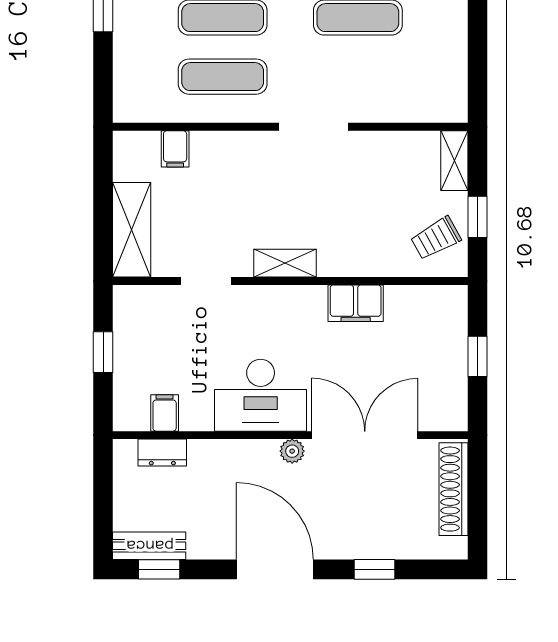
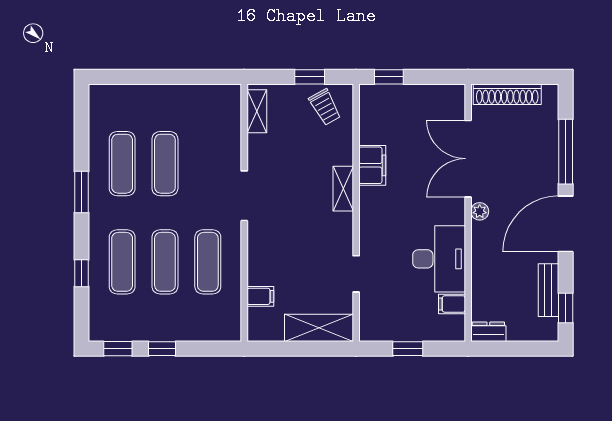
shelving: (454, 161) -> (257, 111), moved, turned 90
shelving: (285, 263) -> (343, 189), moved
window: (478, 356) -> (389, 77), moved
desk: (261, 395) -> (439, 259), moved
dresser: (162, 453) -> (488, 332), moved, turned -90
bench: (149, 546) -> (548, 290), moved
window: (375, 569) -> (566, 152), width x2.17

